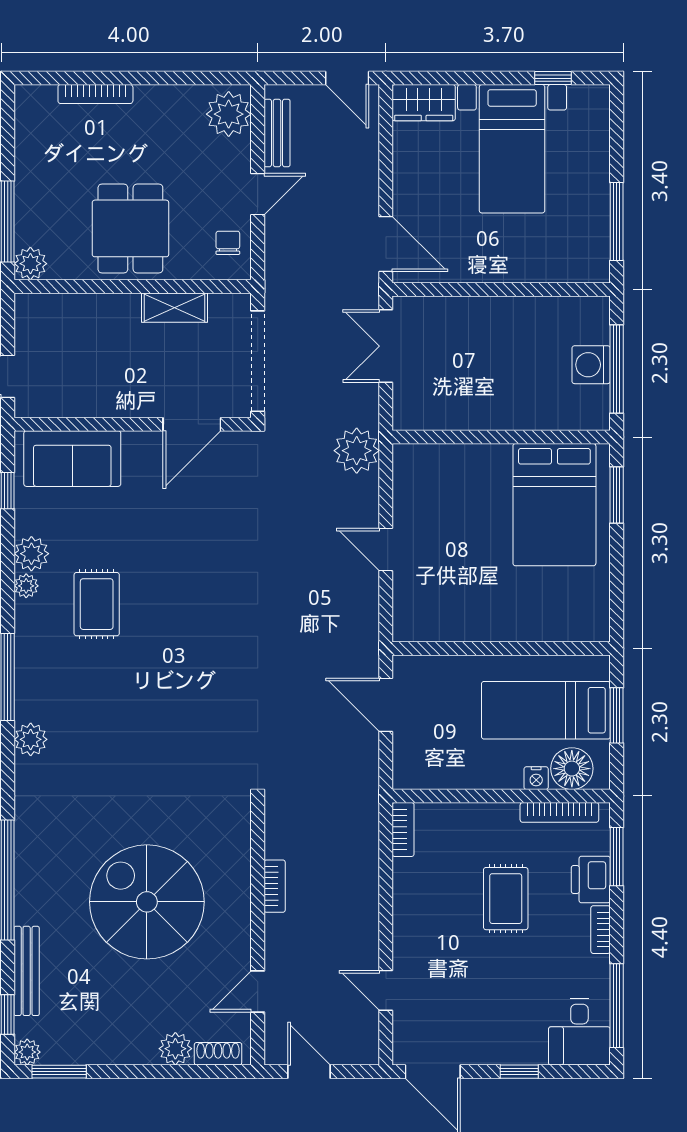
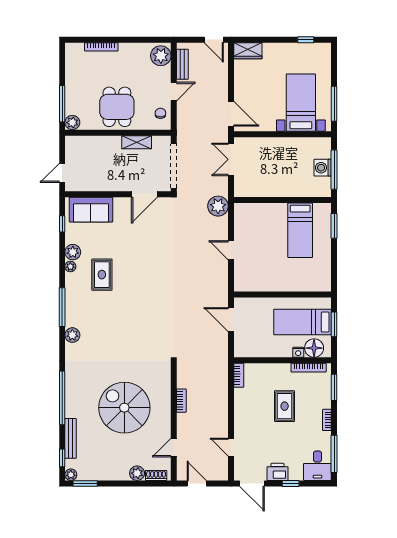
bed with nightstands: (512, 149) -> (301, 103), moved, turned 180
bed: (554, 505) -> (300, 230), width x0.67
printer: (591, 880) -> (278, 472), moved, turned 90

